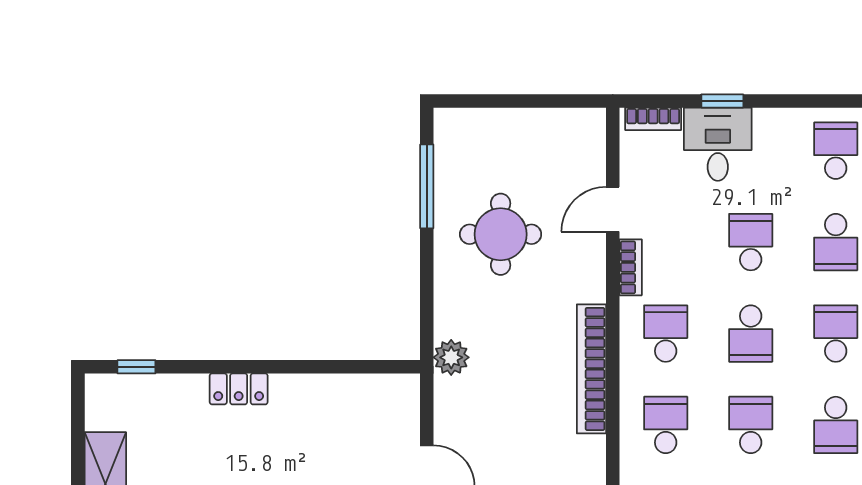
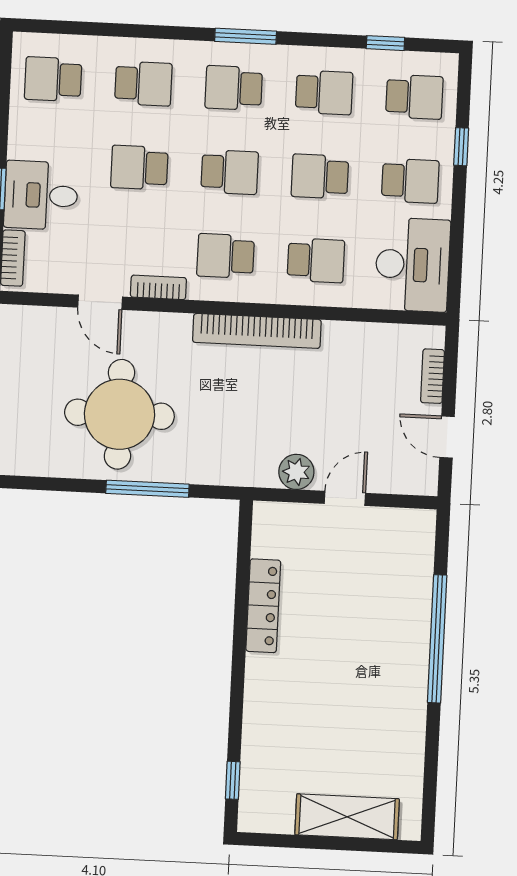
window: (427, 186) -> (147, 489), moved
round table: (501, 234) -> (119, 414), width x1.36, depth x1.36
plant: (451, 357) -> (296, 472), moved
locker: (239, 389) -> (263, 606), moved, width x1.53
school desk: (666, 425) -> (316, 260), turned 180

